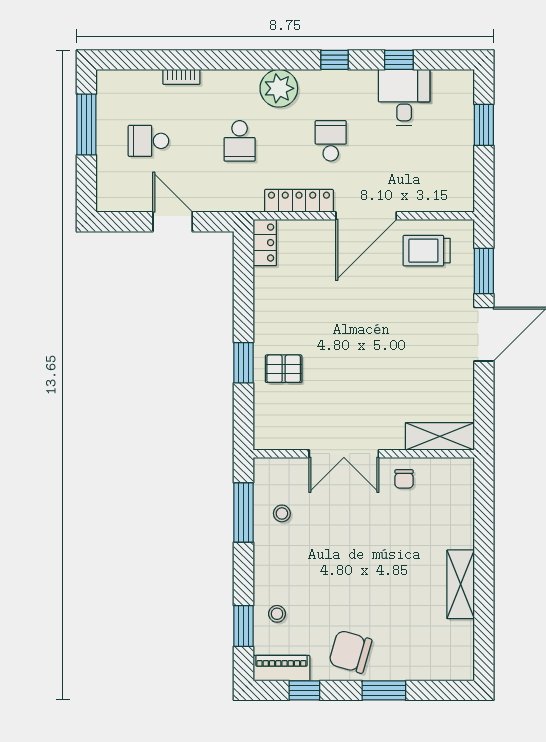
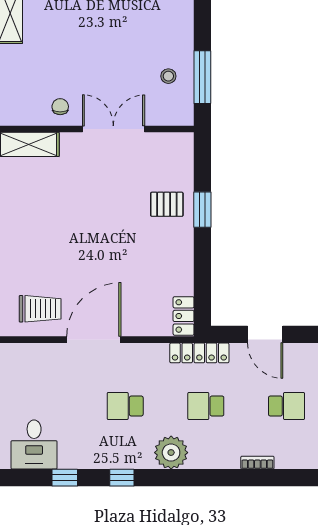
desk: (404, 97) -> (34, 445), moved
school desk: (240, 141) -> (206, 406), turned -90
school desk: (331, 141) -> (125, 406), turned 90
locker: (299, 201) -> (199, 353), moved

